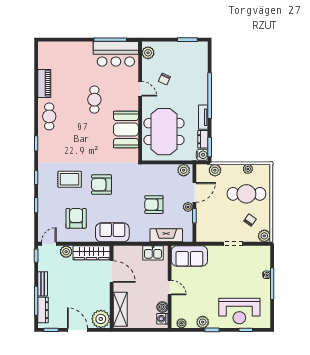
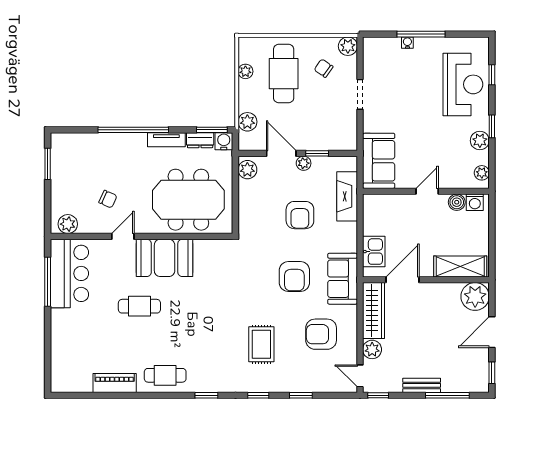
booth: (126, 129) -> (165, 258), moved
armchair: (102, 185) -> (294, 276), moved
kitchen sink: (153, 253) -> (374, 252), moved
dresser: (43, 310) -> (461, 385), removed

